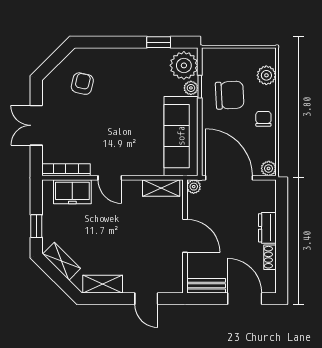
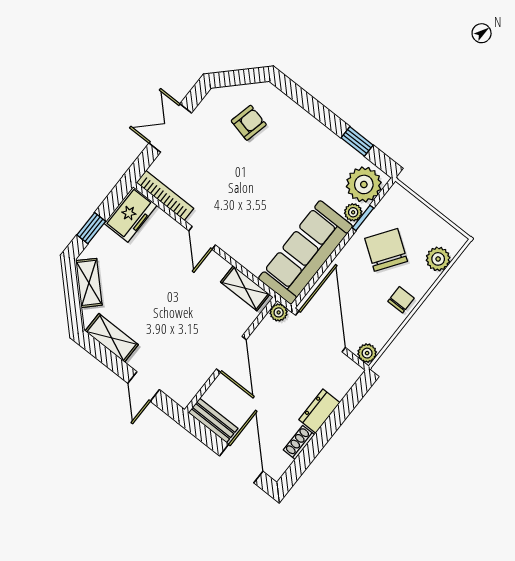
chair: (230, 95) -> (386, 250), turned -142
freezer: (72, 192) -> (131, 214), moved, turned -90

